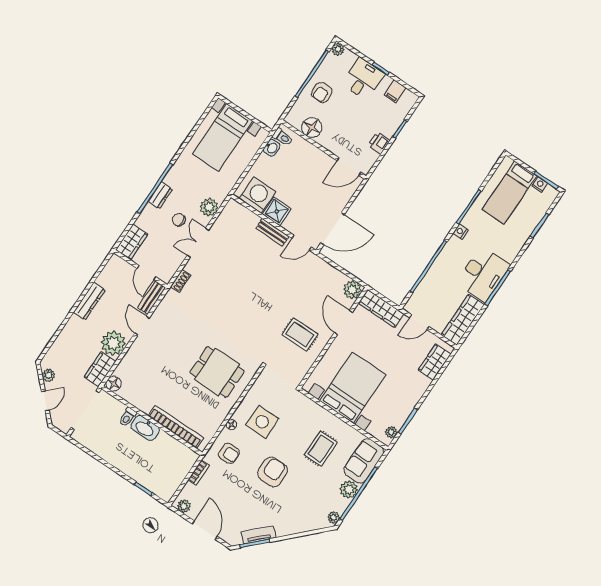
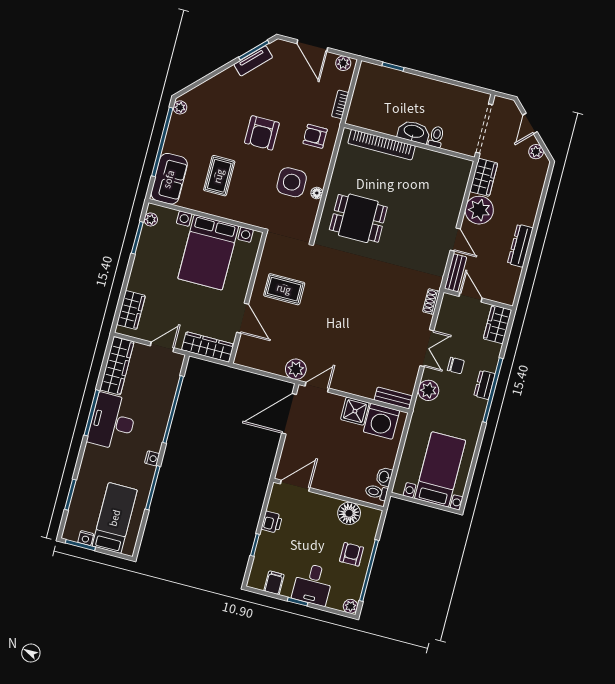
bench: (272, 232) -> (393, 398), moved
plant: (352, 290) -> (296, 369), moved
floor lamp: (114, 384) -> (464, 167), removed
floor lamp: (231, 425) -> (317, 193), moved
plant: (349, 489) -> (174, 143), removed

